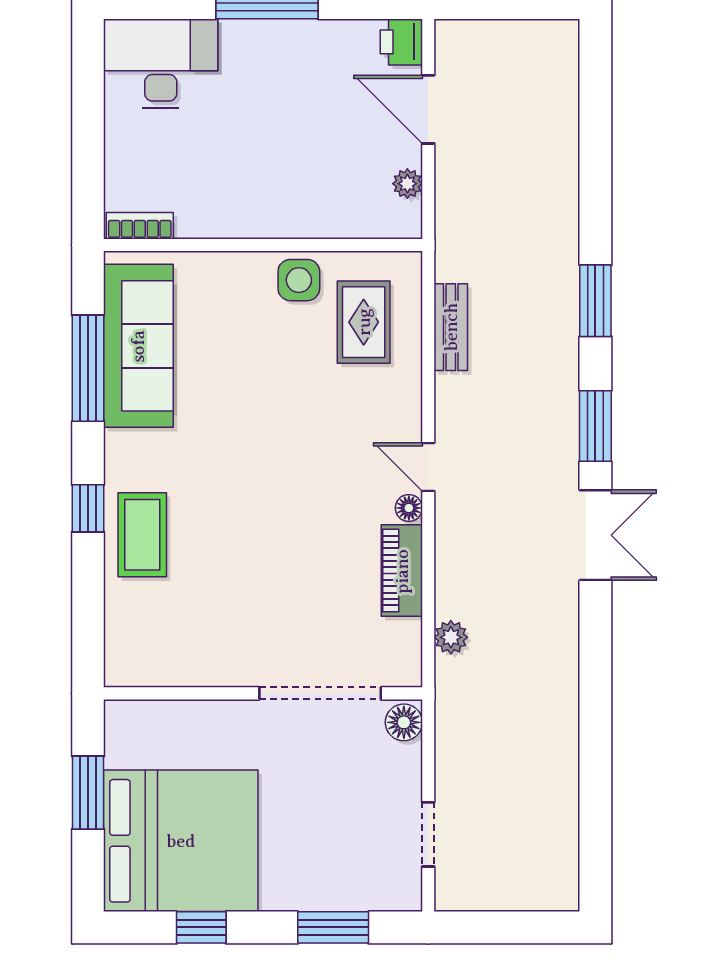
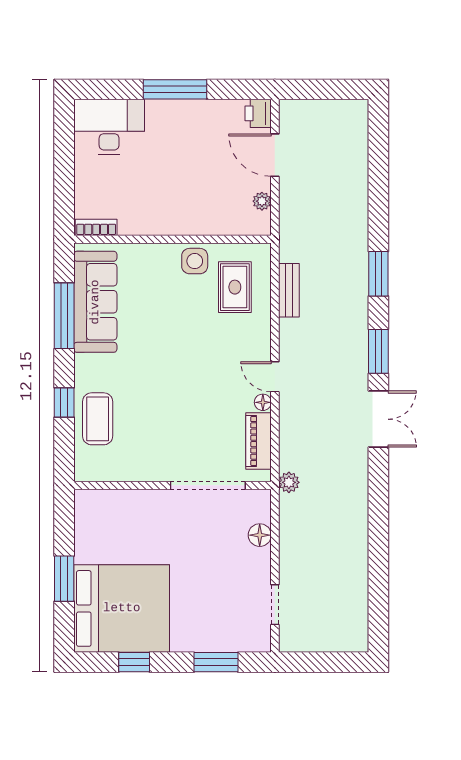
wall: (263, 693) -> (172, 485), moved
doorway: (320, 693) -> (208, 485), moved

